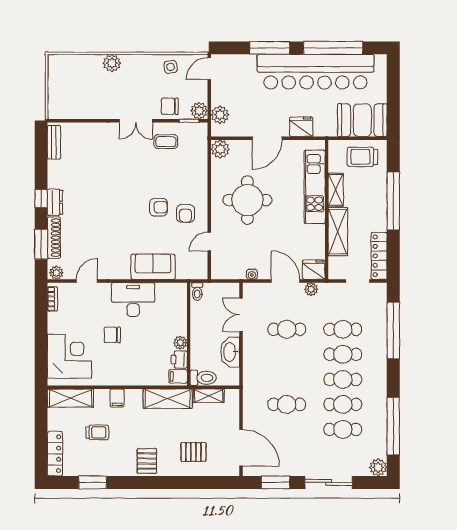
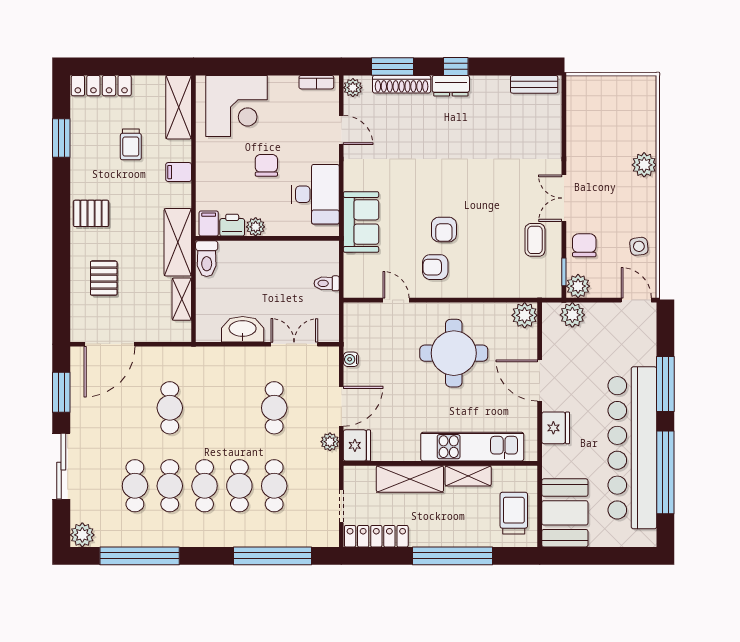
wall: (189, 334) -> (267, 238), moved
plant: (180, 343) -> (256, 227), moved
printer: (179, 359) -> (232, 225), moved
filing cabinet: (178, 376) -> (209, 224), moved
toilet: (203, 378) -> (207, 259), moved

